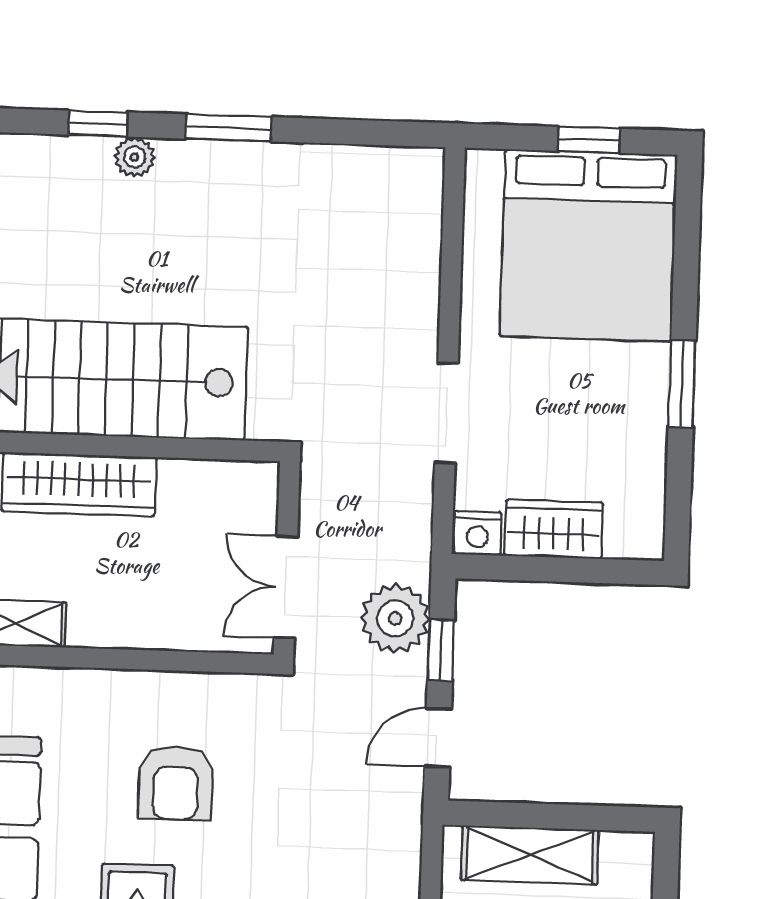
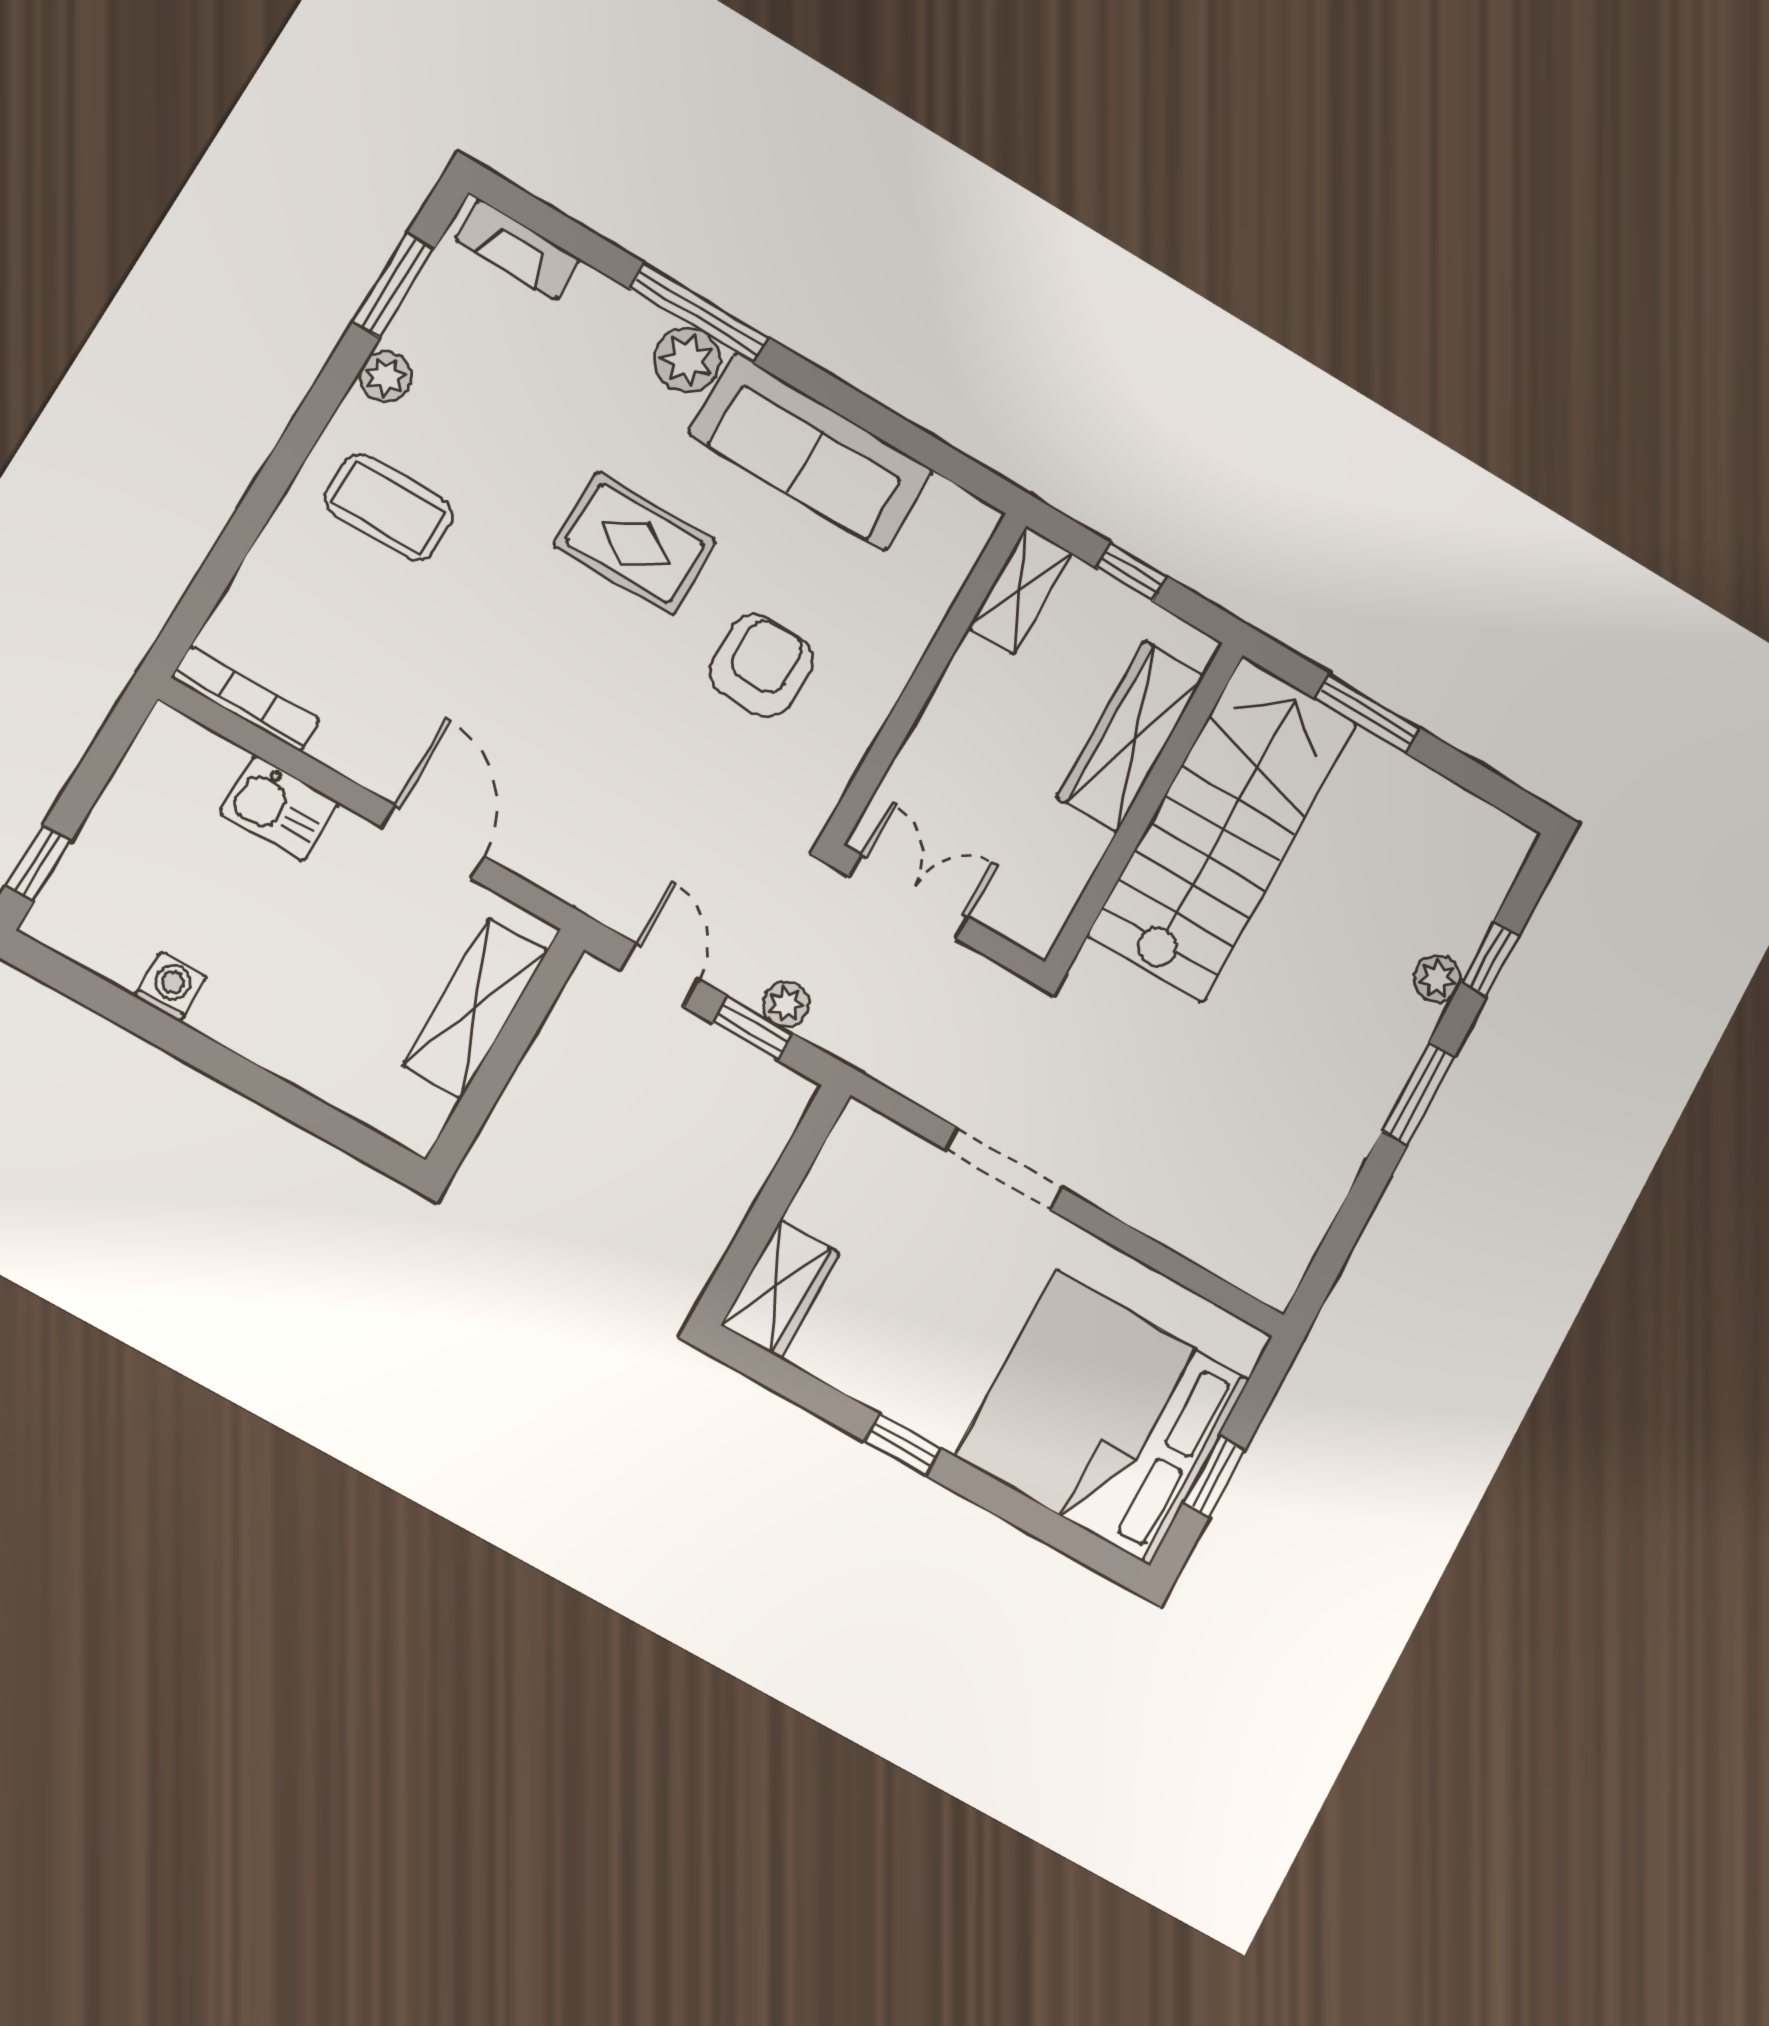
window: (682, 384) -> (903, 1445), width x0.67
wardrobe: (554, 529) -> (780, 1289), moved
nightstand: (478, 533) -> (858, 1135), removed
plant: (395, 618) -> (786, 1004), width x0.53, depth x0.53
armchair: (175, 783) -> (761, 666), turned 90

